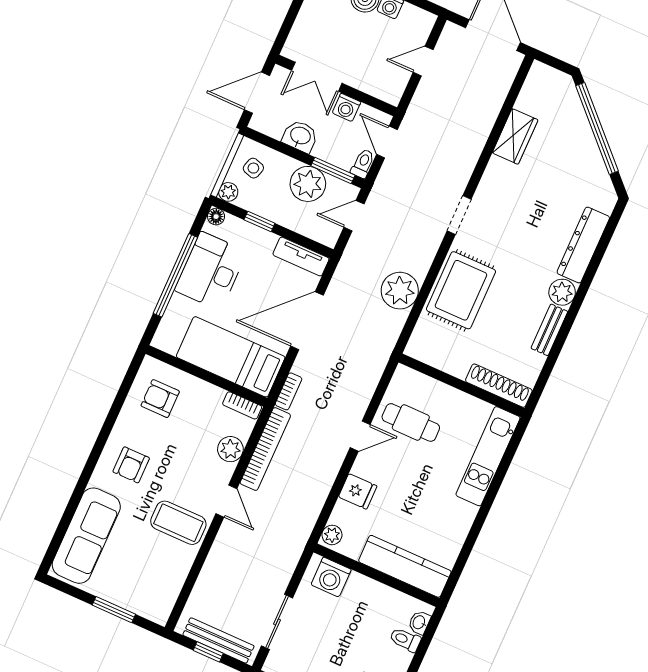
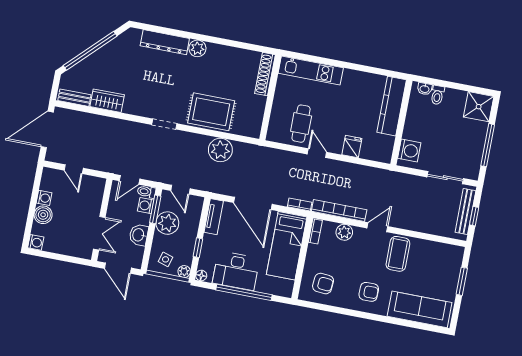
washing machine: (346, 107) -> (146, 206), moved, turned 180
bench: (549, 330) -> (74, 98), moved
armchair: (160, 399) -> (323, 284), turned -85
plant: (332, 535) -> (383, 156), removed

